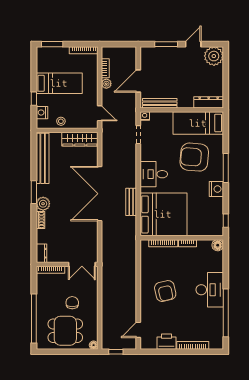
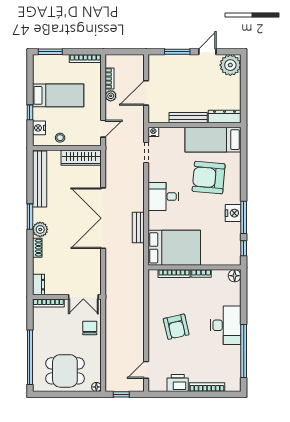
bench: (160, 103) -> (188, 118), moved
door: (100, 113) -> (103, 129), hinge flipped
window: (226, 168) -> (244, 217), moved
bed: (163, 214) -> (174, 248), width x0.73
chair: (72, 303) -> (90, 328), moved

